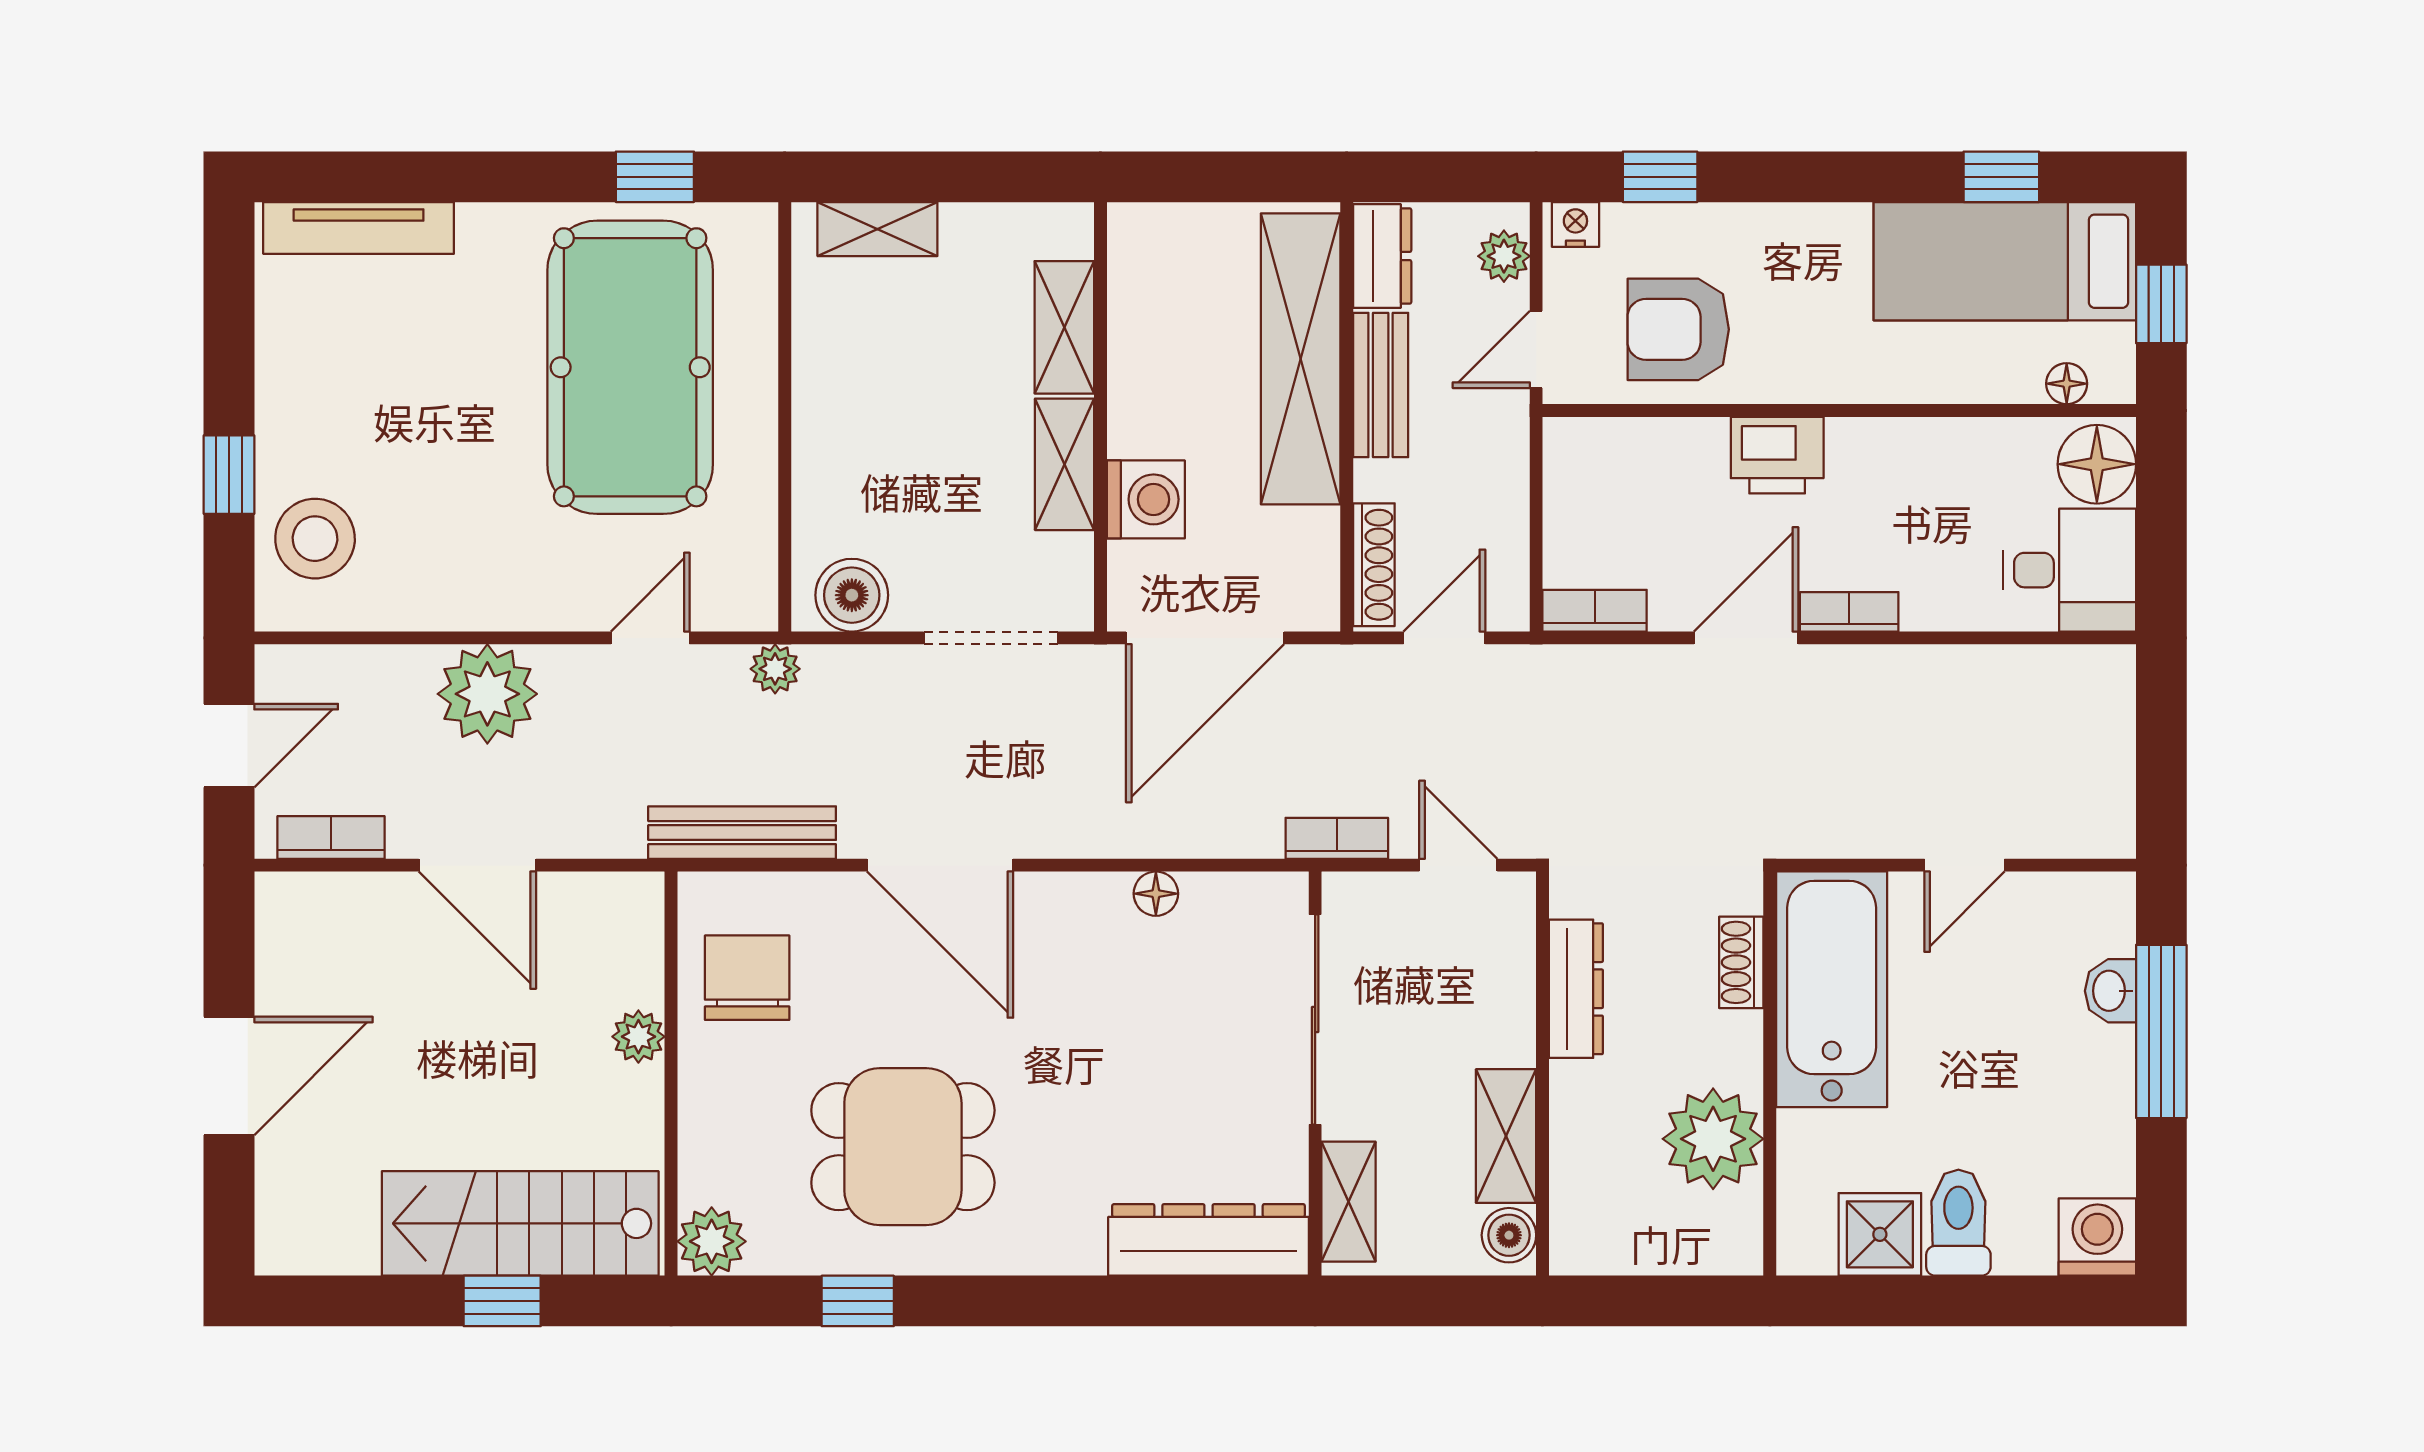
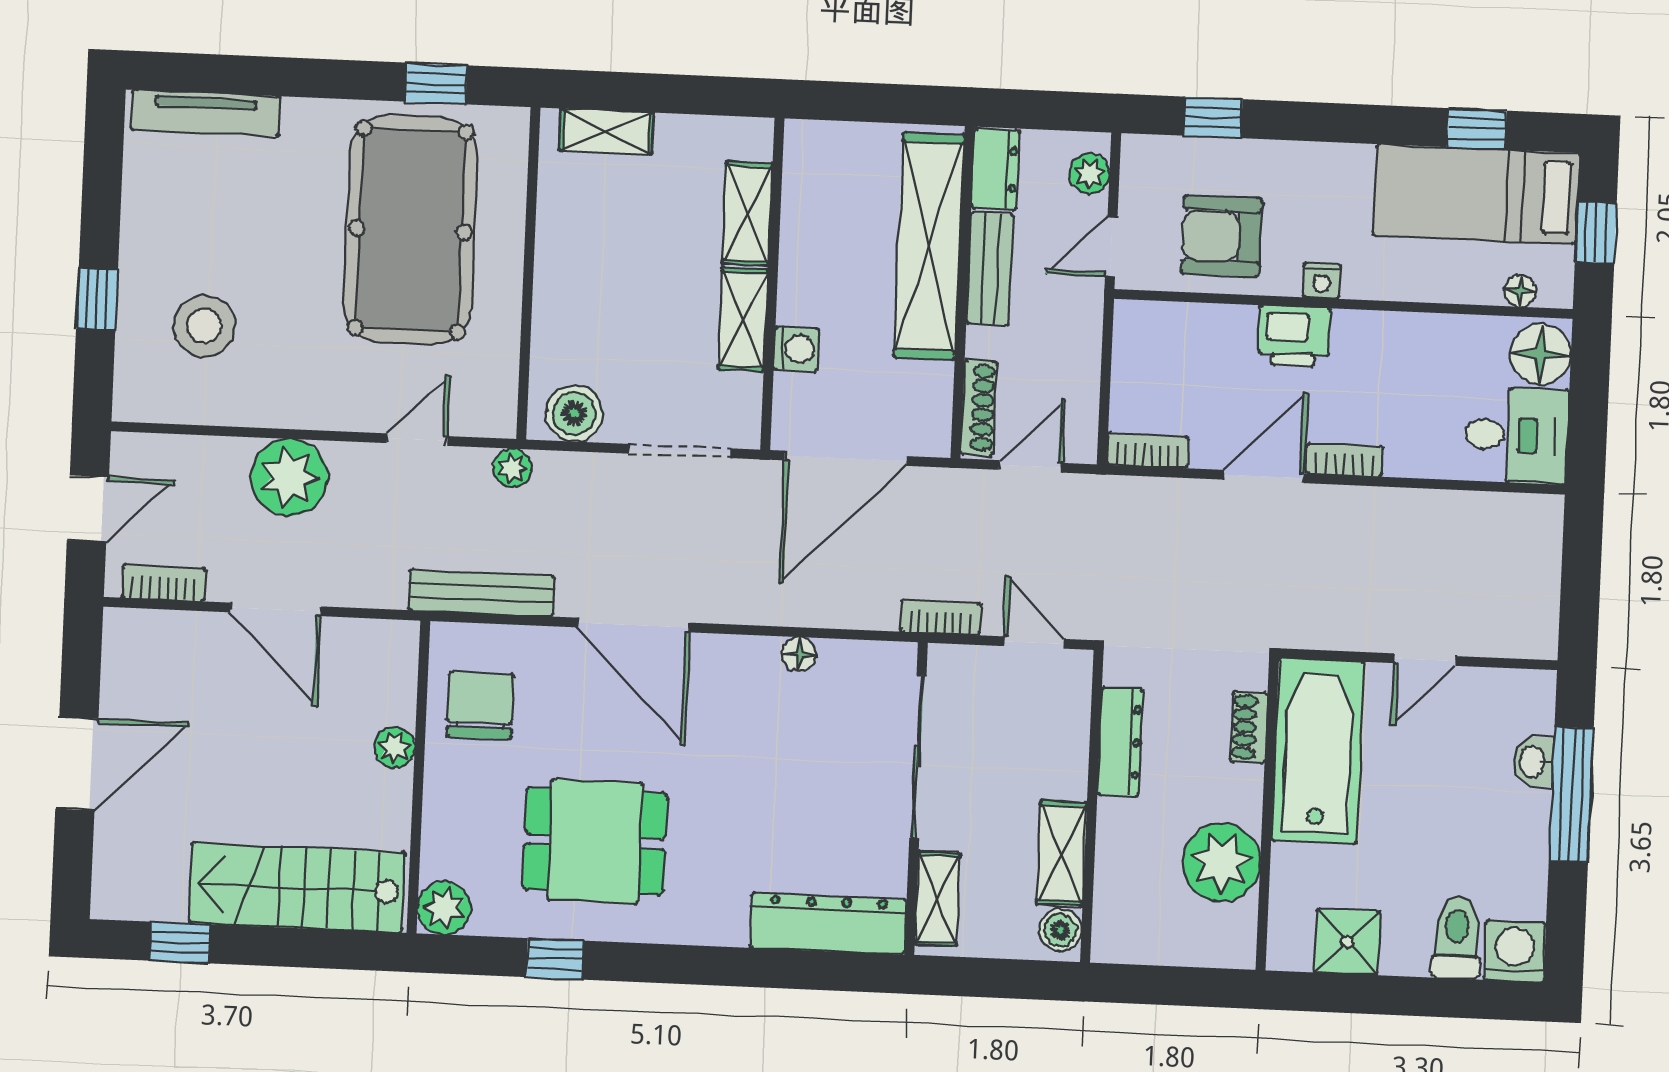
nightstand: (1575, 224) -> (1322, 281), moved, turned 180
washing machine: (1146, 499) -> (796, 349), width x0.73, depth x0.73
stool: (315, 539) -> (204, 326), moved
toilet: (1958, 1223) -> (1457, 938), moved
window: (502, 1301) -> (180, 943), moved

